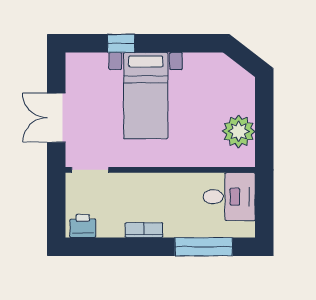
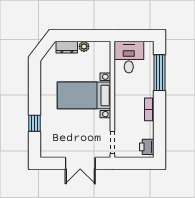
bed with nightstands: (146, 96) -> (84, 95), moved, turned 180
dresser: (245, 96) -> (67, 47), added
plant: (239, 131) -> (84, 46), width x0.53, depth x0.53

